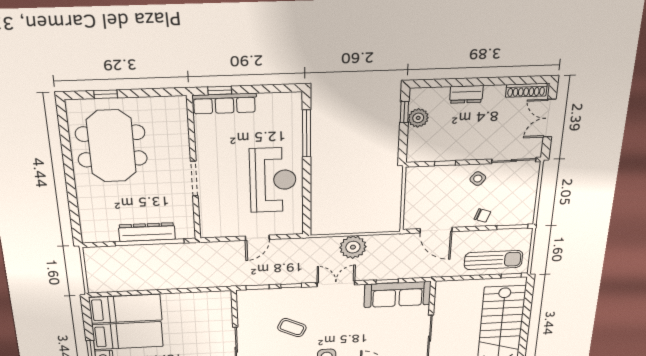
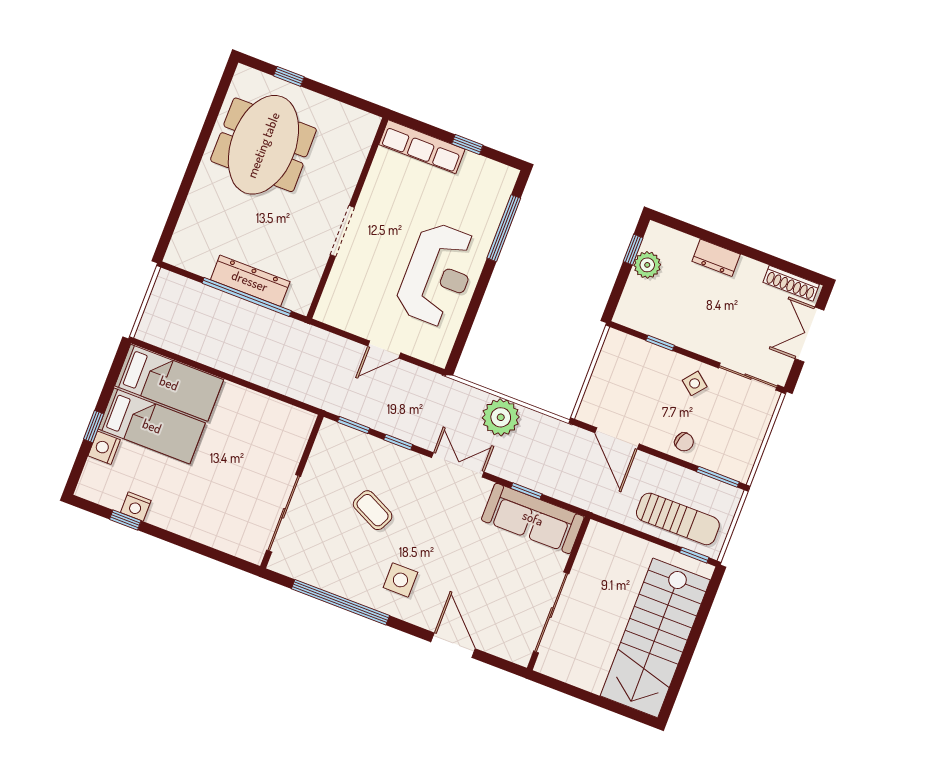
window: (220, 90) -> (467, 144), moved

